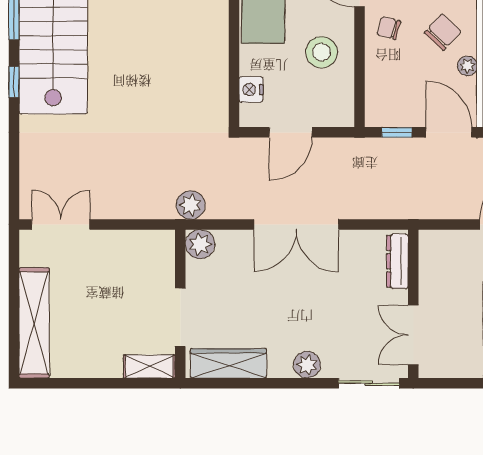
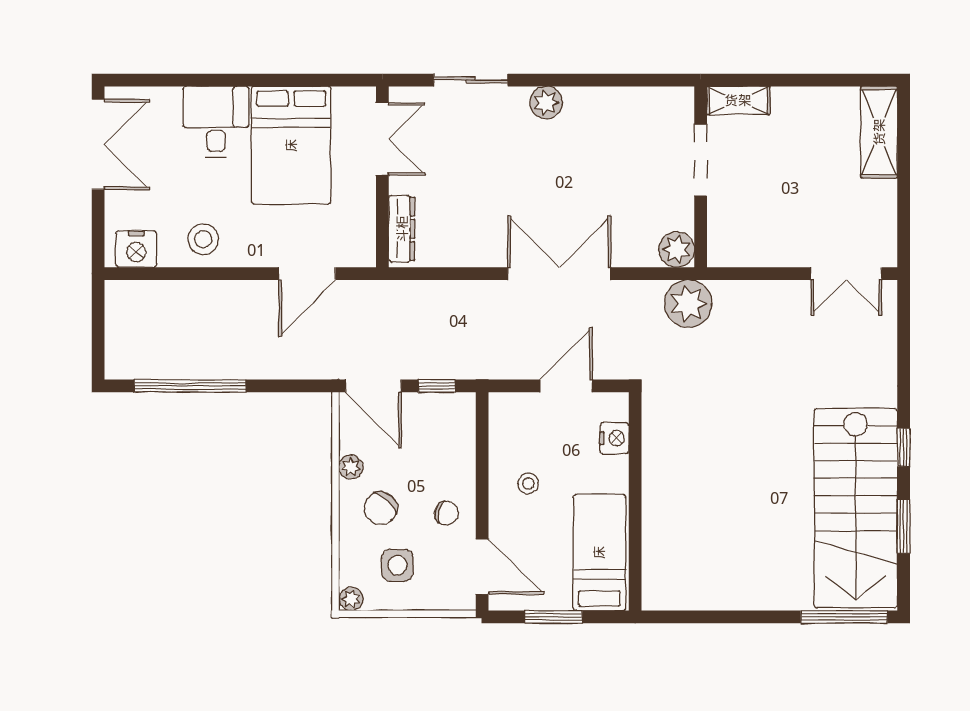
stool: (322, 52) -> (528, 484), width x0.53, depth x0.53
plant: (191, 205) -> (688, 304), width x1.36, depth x1.36
dresser: (397, 261) -> (402, 229), moved
wall: (413, 304) -> (382, 177), moved
shelving: (34, 323) -> (879, 132), width x0.68
double door: (413, 335) -> (382, 139), moved
wardrobe: (229, 363) -> (642, 104), removed

